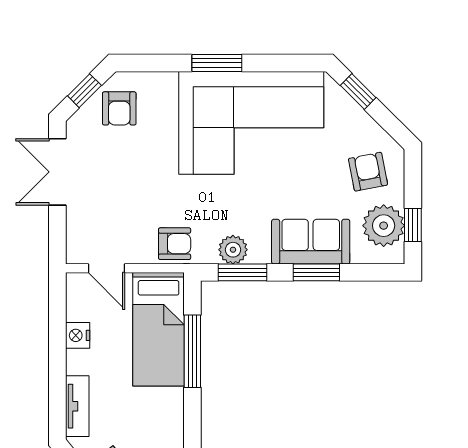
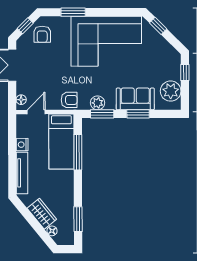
window: (217, 63) -> (73, 12), moved
armchair: (368, 172) -> (163, 65), removed
window: (413, 225) -> (185, 73), moved
floor lamp: (76, 243) -> (21, 100), added
door: (106, 268) -> (36, 112), swing flipped
tv unit: (77, 406) -> (22, 173), width x1.41

